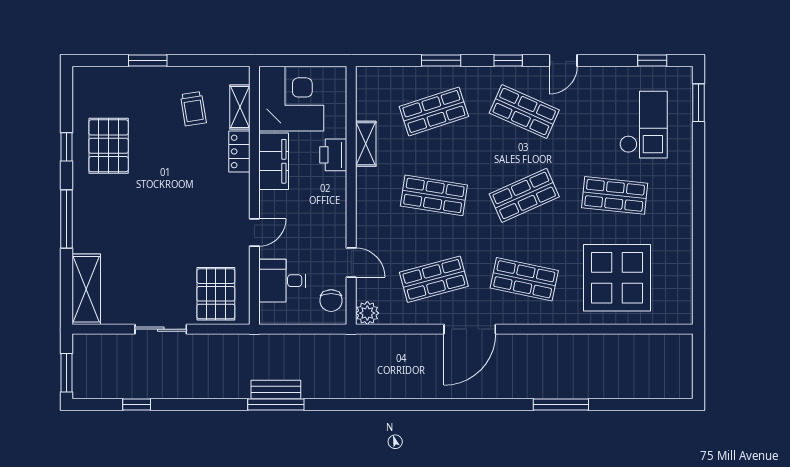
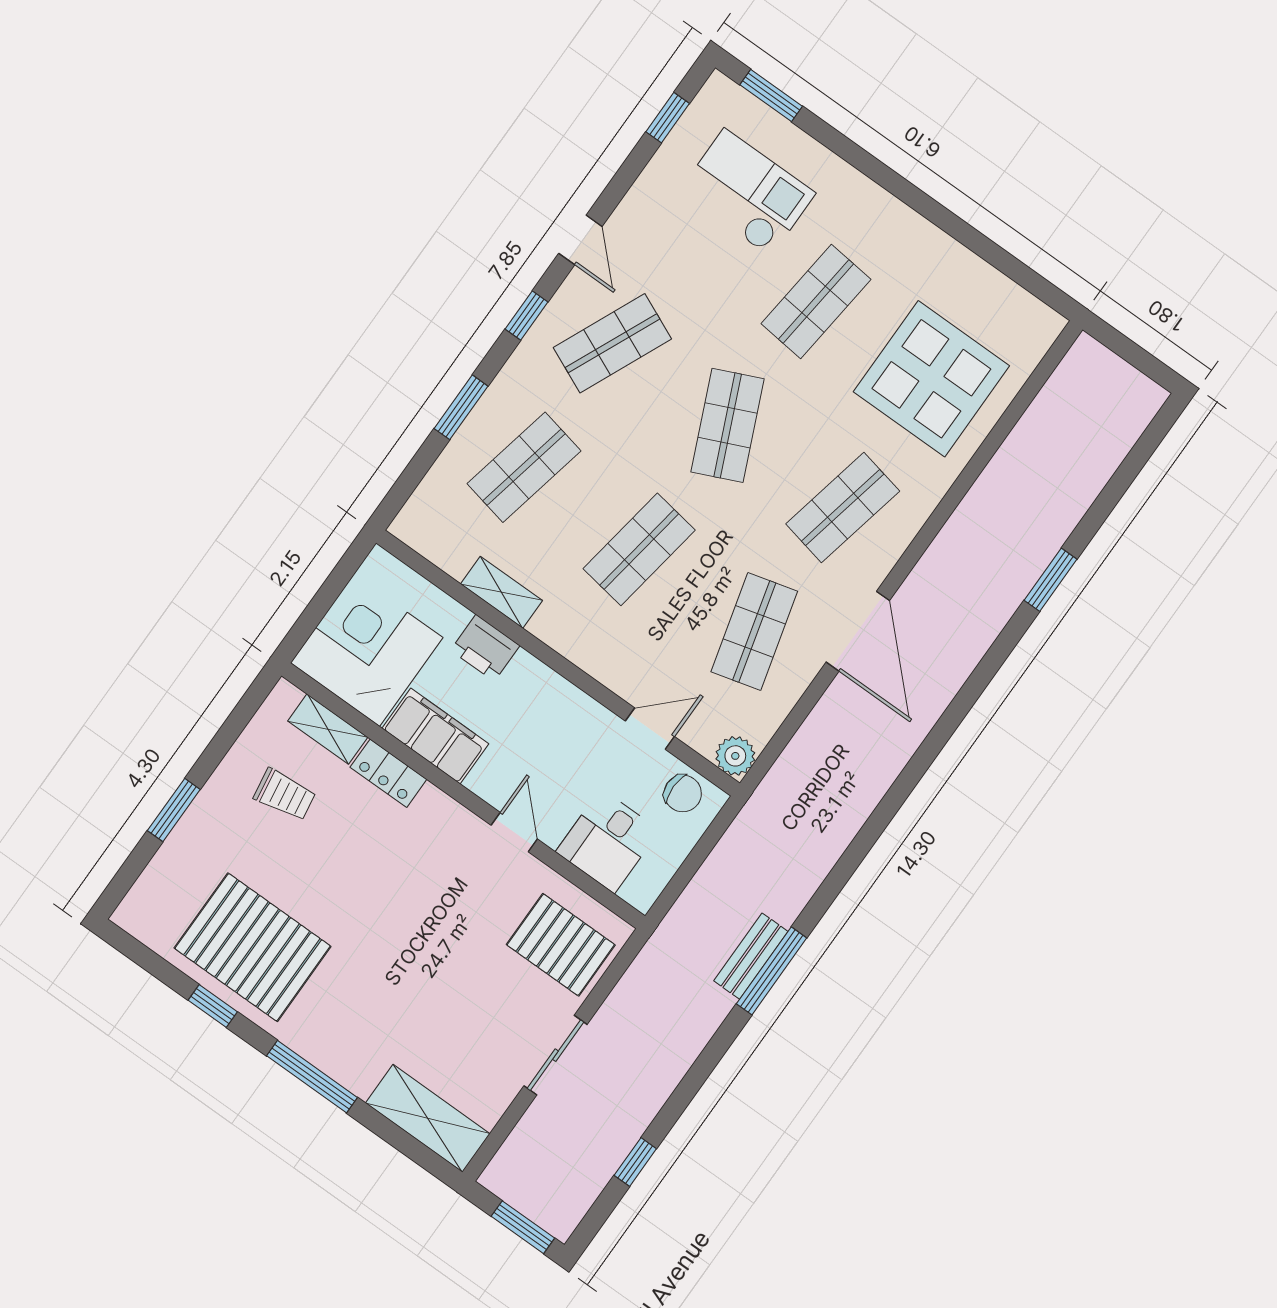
shop shelf: (434, 111) -> (524, 467), turned 30
pallet: (109, 146) -> (253, 947), width x1.37, depth x1.41
window: (561, 405) -> (1051, 580), width x0.69

